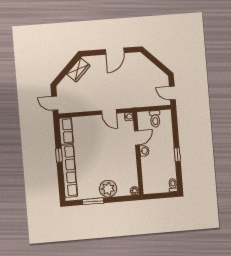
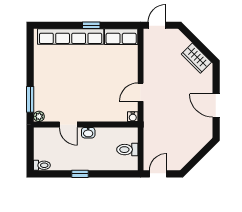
door: (137, 138) -> (68, 125), moved
plant: (108, 189) -> (44, 83), removed
window: (93, 201) -> (30, 99), moved

